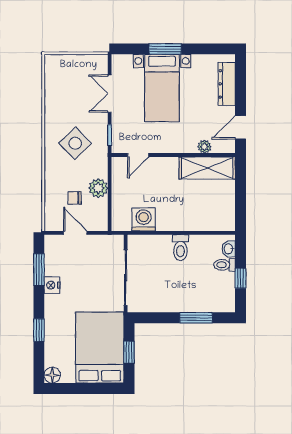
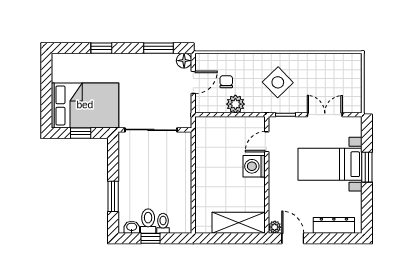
plant: (205, 147) -> (275, 227), moved
door: (138, 155) -> (267, 142), hinge flipped
shelving: (207, 168) -> (239, 223), moved, turned 90
washing machine: (144, 219) -> (254, 166), moved, turned 180
toilet: (180, 248) -> (148, 221), moved, turned 90
washbasin: (229, 249) -> (132, 227), moved
nightstand: (52, 285) -> (144, 60), removed
floor lamp: (52, 375) -> (184, 61), moved

